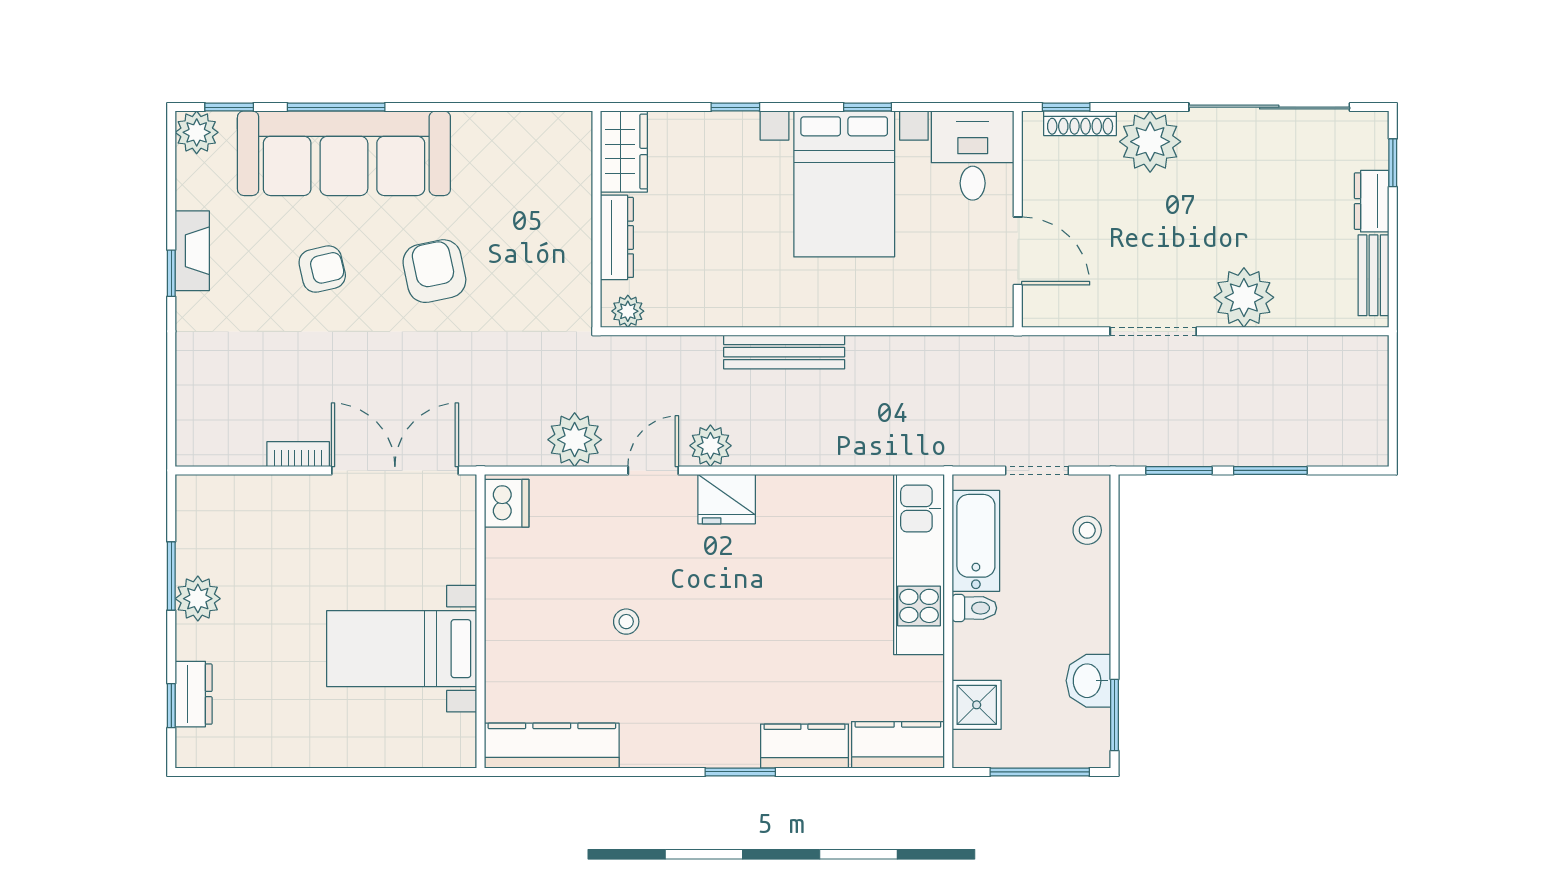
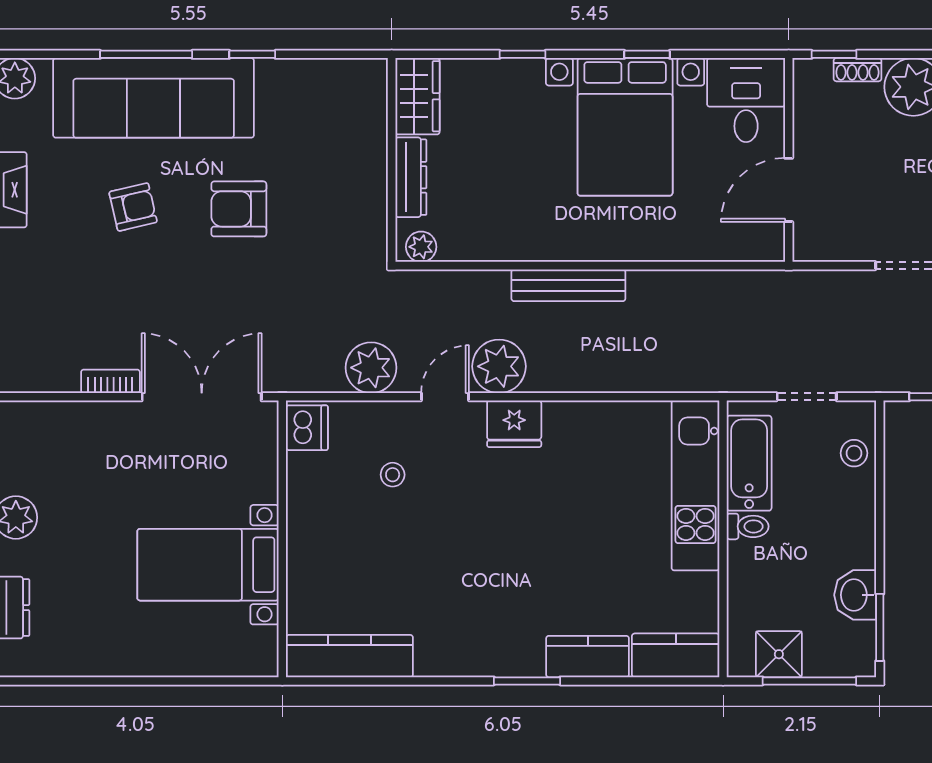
window: (229, 107) -> (252, 54), moved
shoe rack: (1080, 123) -> (858, 70), width x0.70
door: (1018, 251) -> (789, 190), swing flipped
armchair: (434, 271) -> (239, 209), turned -78
plant: (710, 446) -> (499, 366), width x1.36, depth x1.36
stool: (626, 622) -> (393, 475), moved
shower: (977, 705) -> (779, 654), moved

